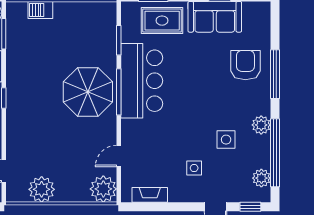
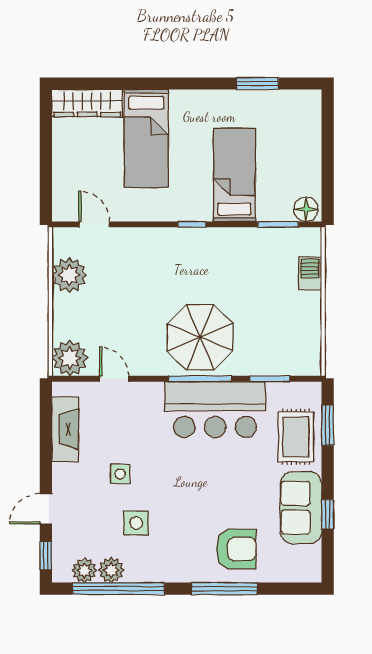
plant: (261, 125) -> (111, 570), moved
side table: (194, 168) -> (120, 474), moved
fireplace: (150, 195) -> (65, 429), width x1.37, depth x1.32

